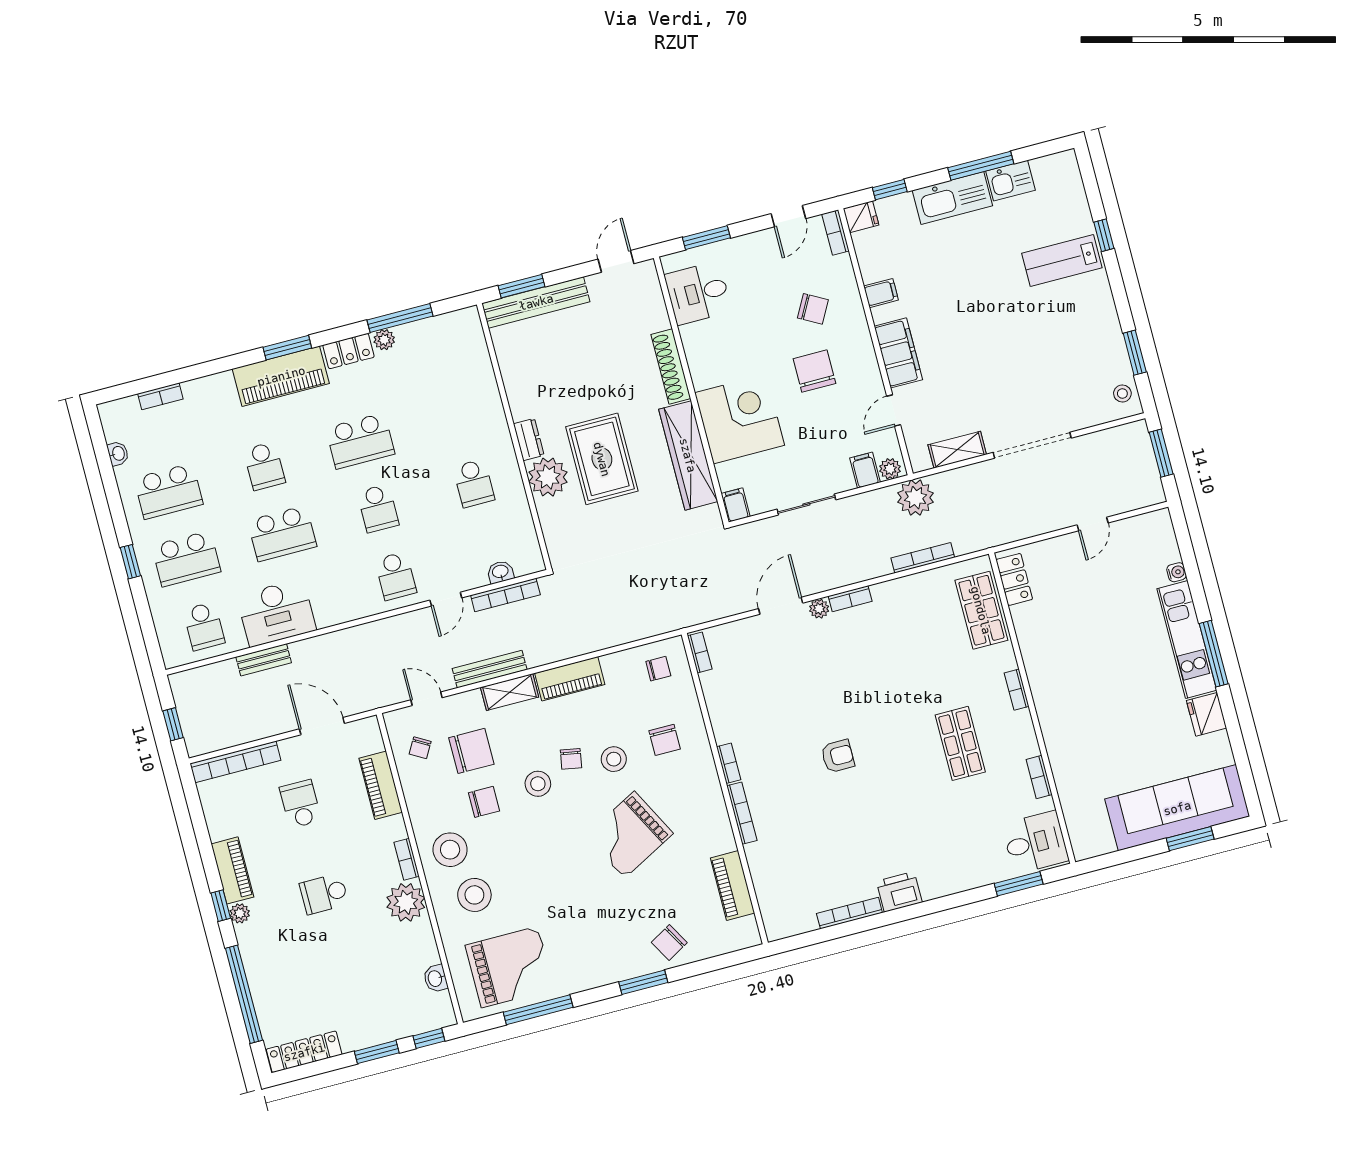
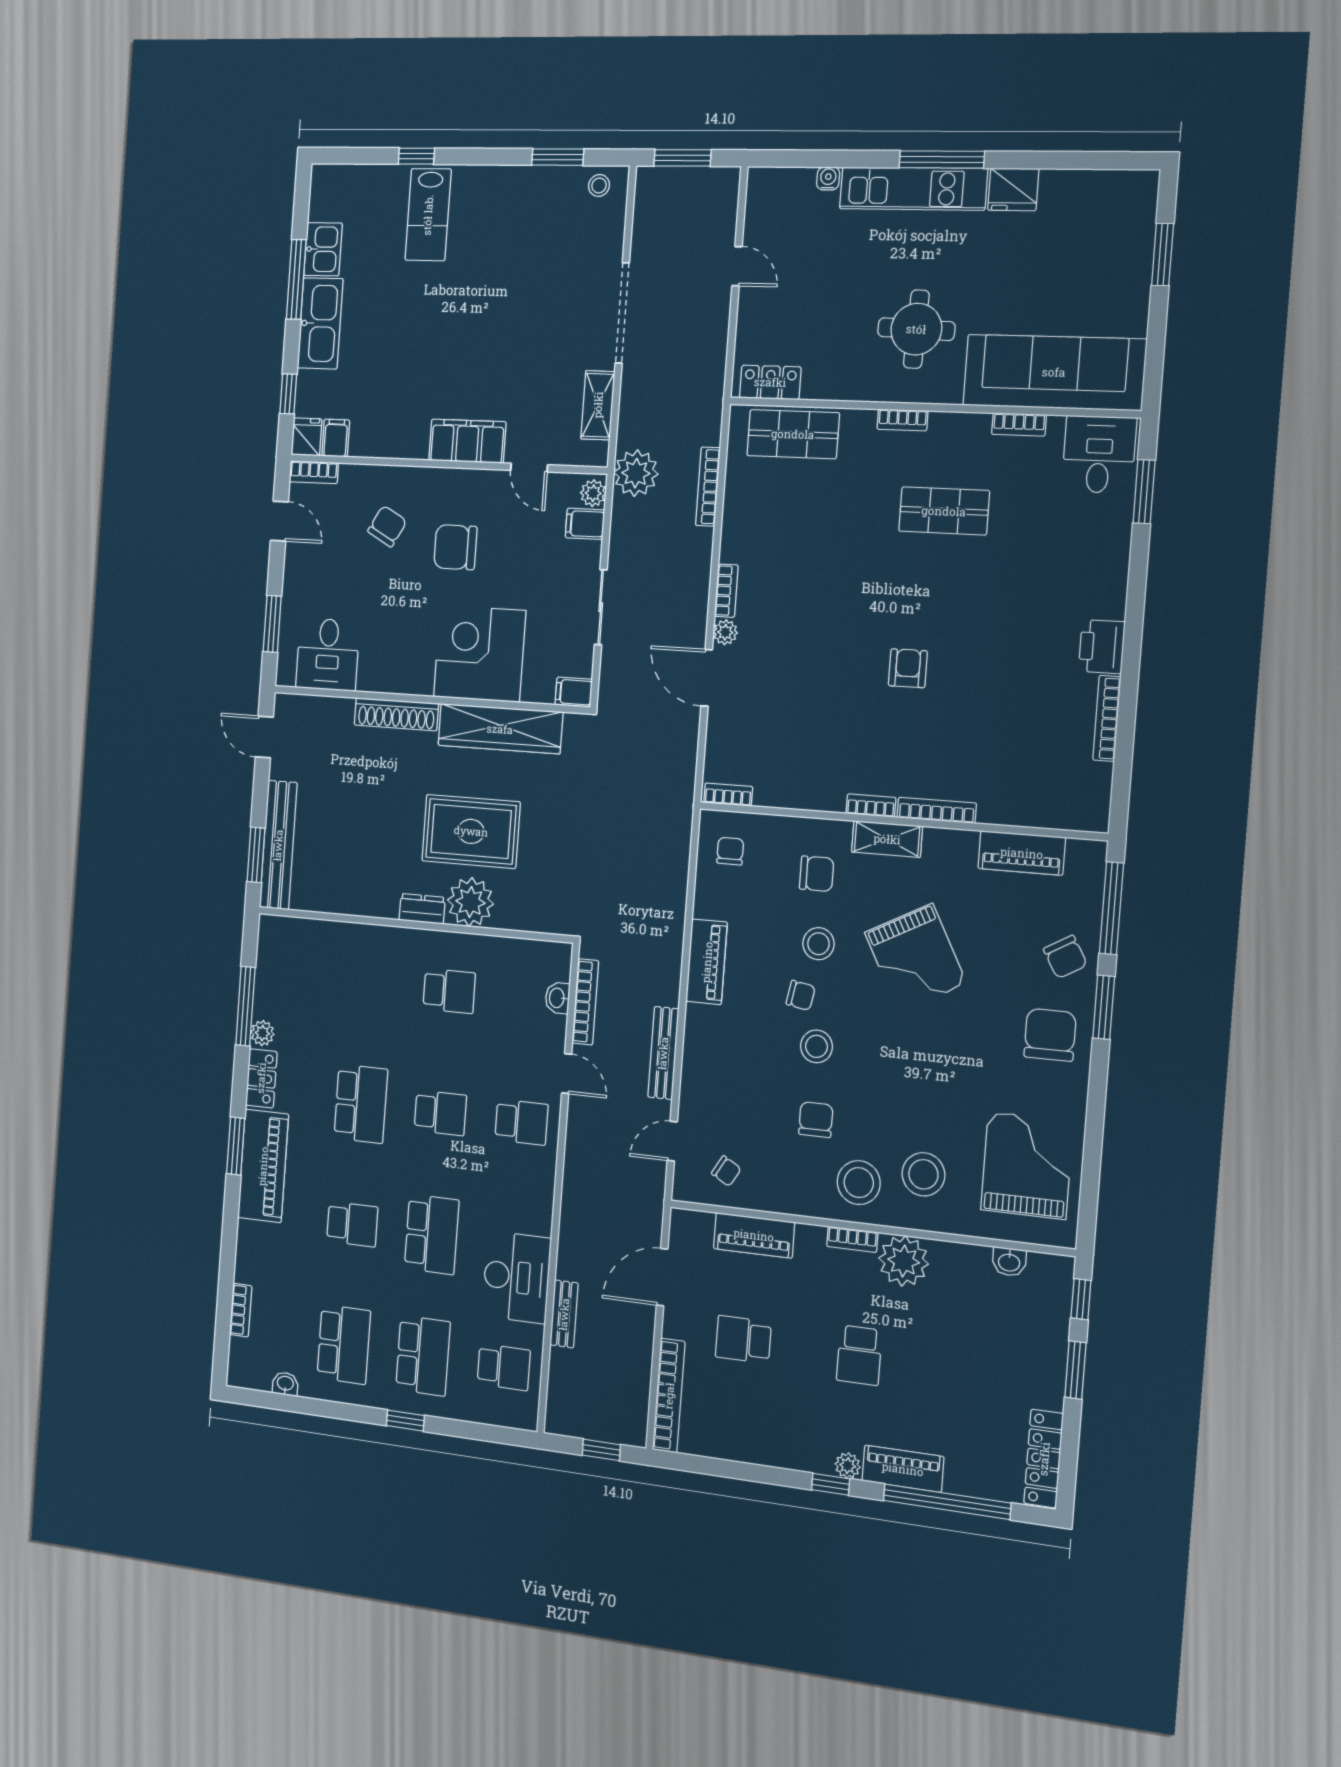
filing cabinet: (881, 293) -> (336, 438), moved
round table: (1086, 677) -> (916, 329), added
shelving: (510, 692) -> (887, 839), moved, turned 90
chair: (471, 751) -> (1050, 1035), moved
sofa: (1177, 808) -> (1054, 372), moved, turned 90
piano: (232, 870) -> (903, 1469), moved
window: (538, 1010) -> (1111, 908), moved

